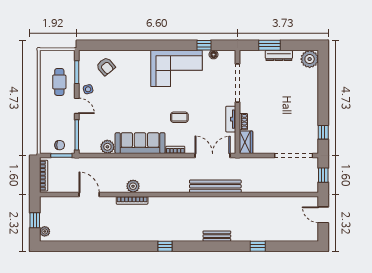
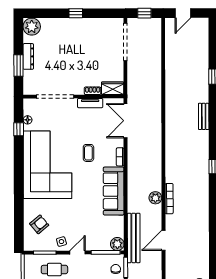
corner sofa: (177, 68) -> (47, 165), width x1.36, depth x1.36
window: (323, 132) -> (76, 13), moved
plant: (107, 147) -> (117, 244), moved
bench: (215, 186) -> (134, 238), moved

